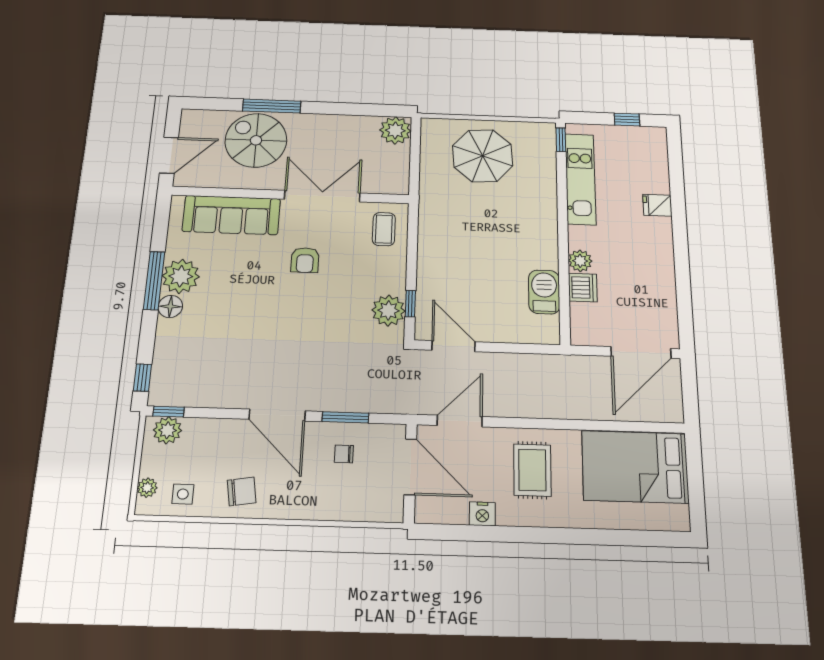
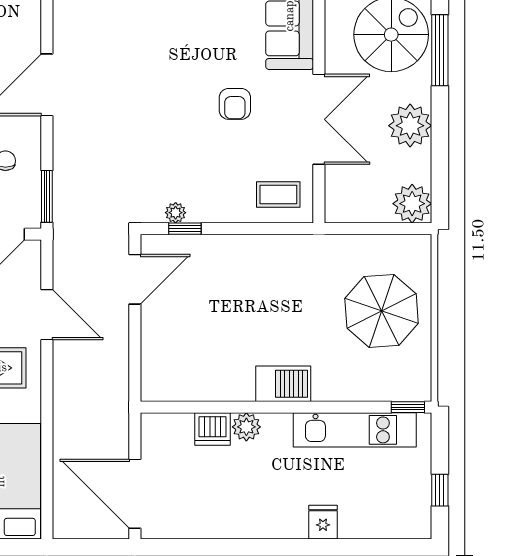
plant: (332, 130) -> (410, 126), added
armchair: (305, 260) -> (235, 104), turned -90
barbecue: (544, 292) -> (283, 384), moved
plant: (388, 310) -> (176, 213), width x0.53, depth x0.53
window: (345, 417) -> (47, 196), moved
door: (460, 421) -> (47, 315), moved

